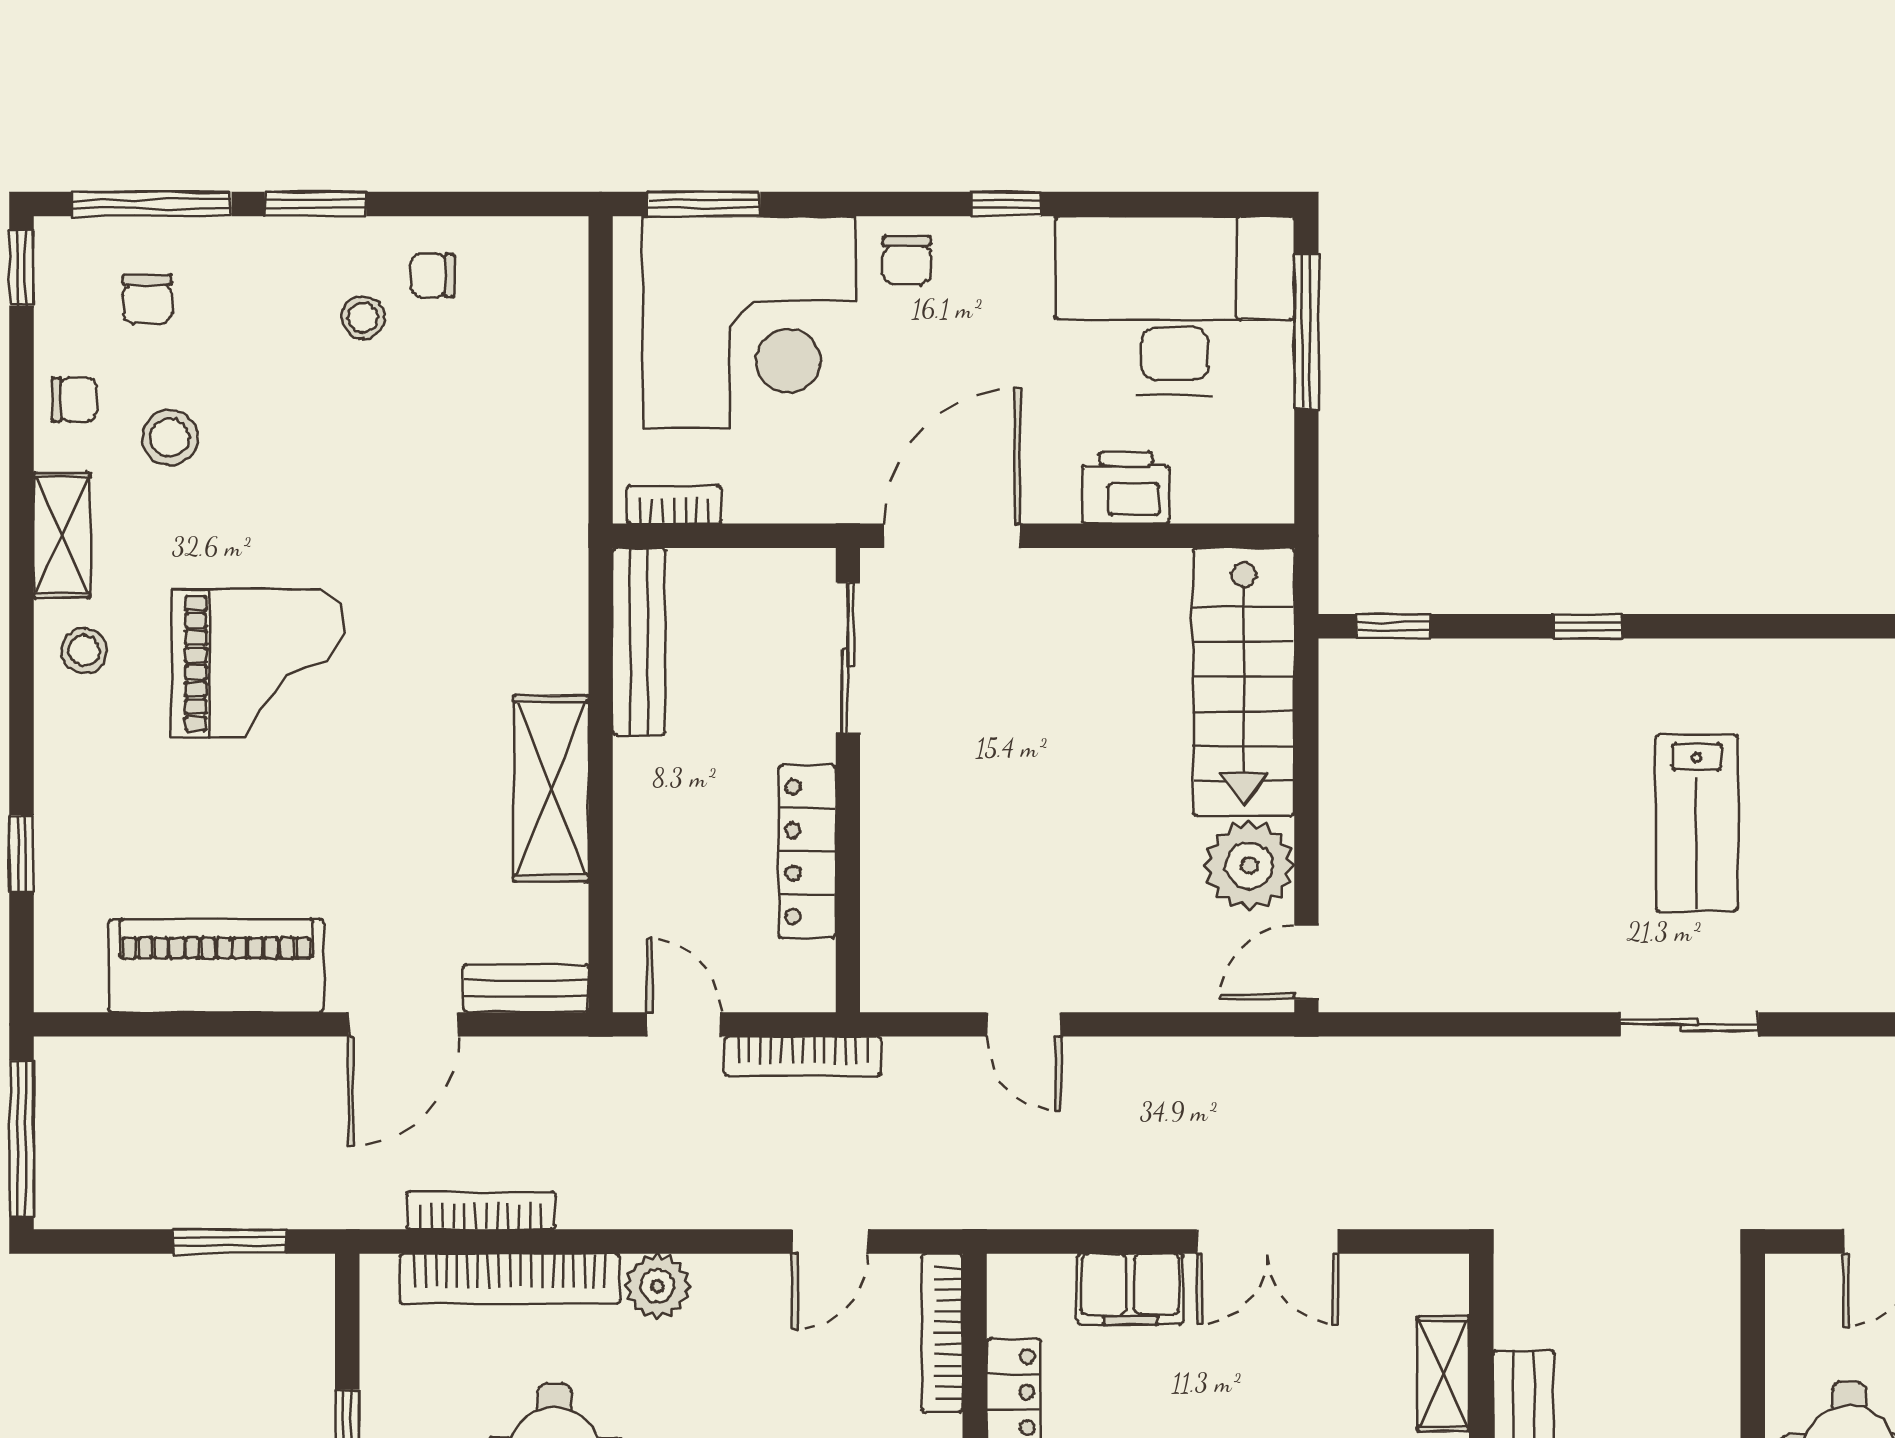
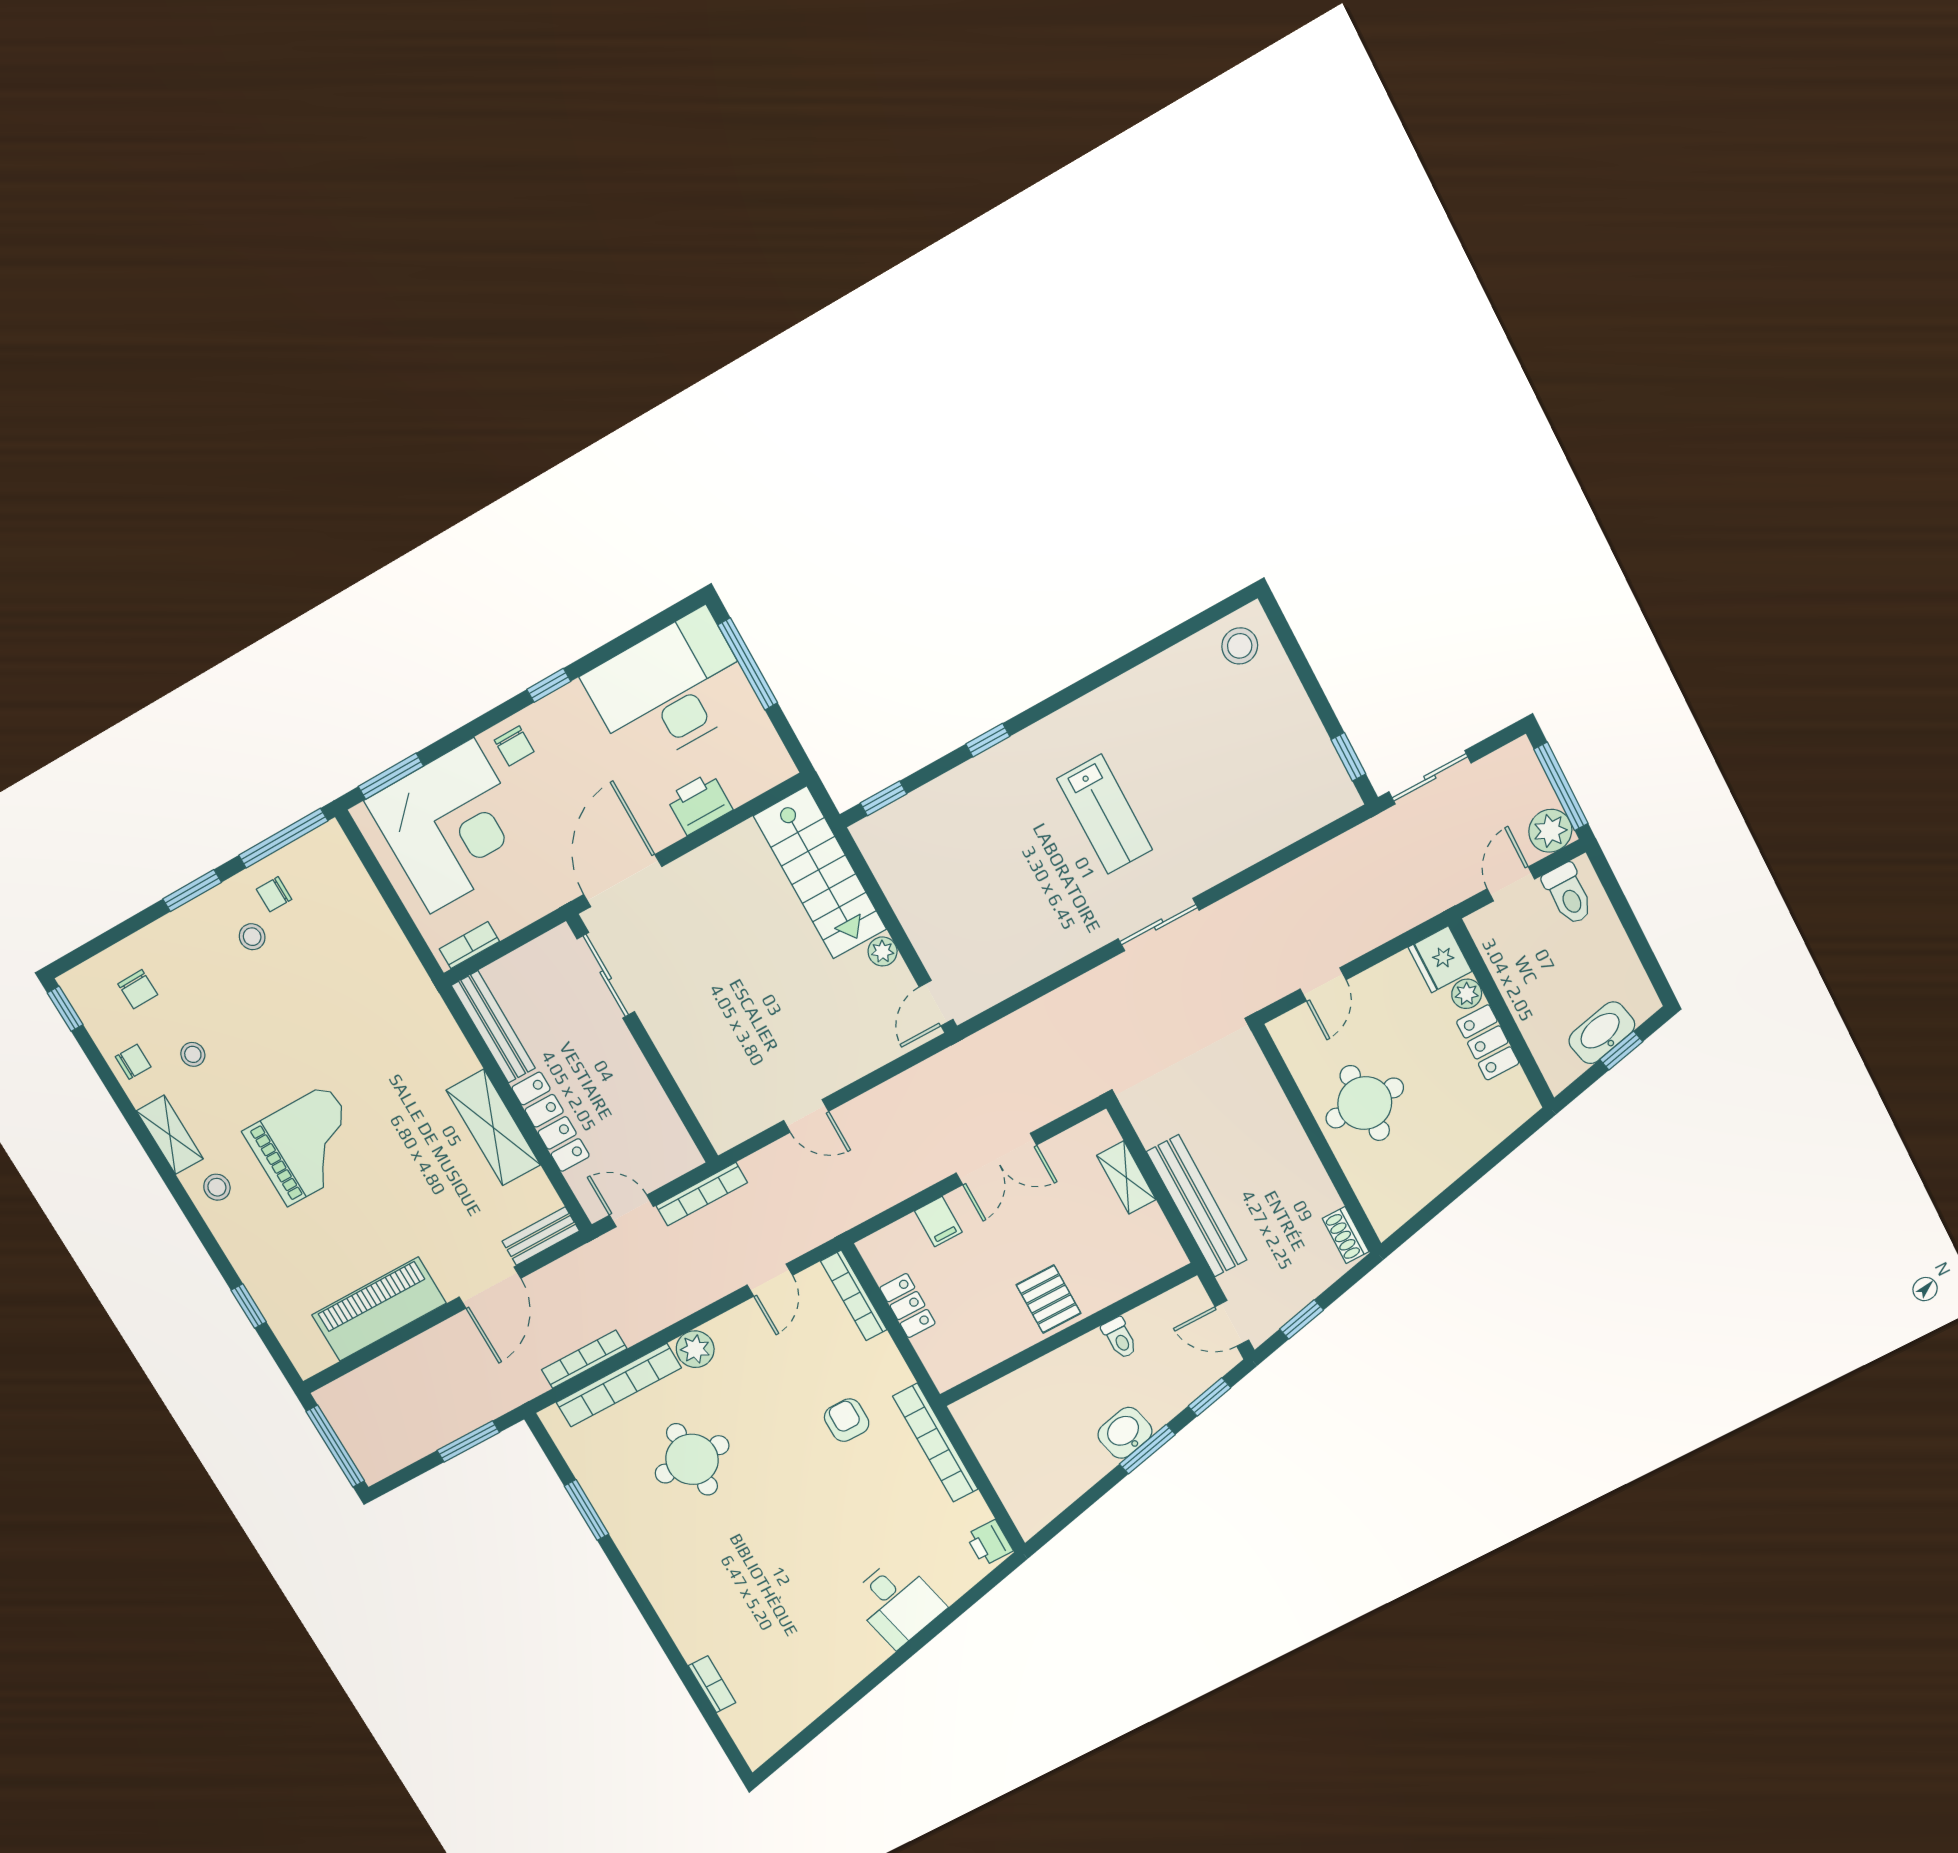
window: (151, 204) -> (283, 838), moved
stool: (170, 438) -> (193, 1054), width x0.73, depth x0.73
locker: (807, 852) -> (551, 1122), moved, turned 180
plant: (1249, 866) -> (883, 951), width x0.53, depth x0.53
filing cabinet: (1130, 1289) -> (938, 1221), width x0.50

